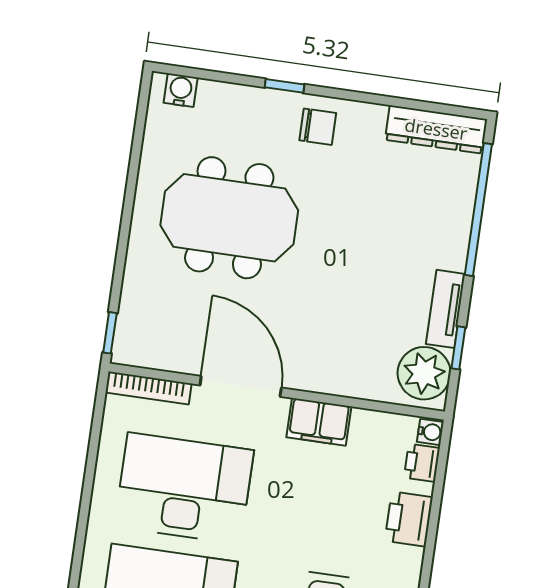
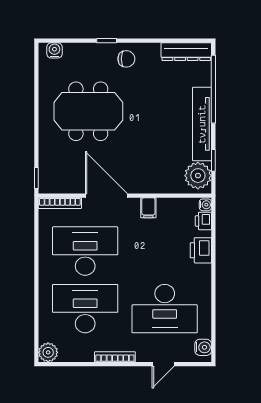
tv unit: (445, 309) -> (202, 124), width x1.92, depth x1.29
filing cabinet: (319, 422) -> (148, 208), width x0.50

